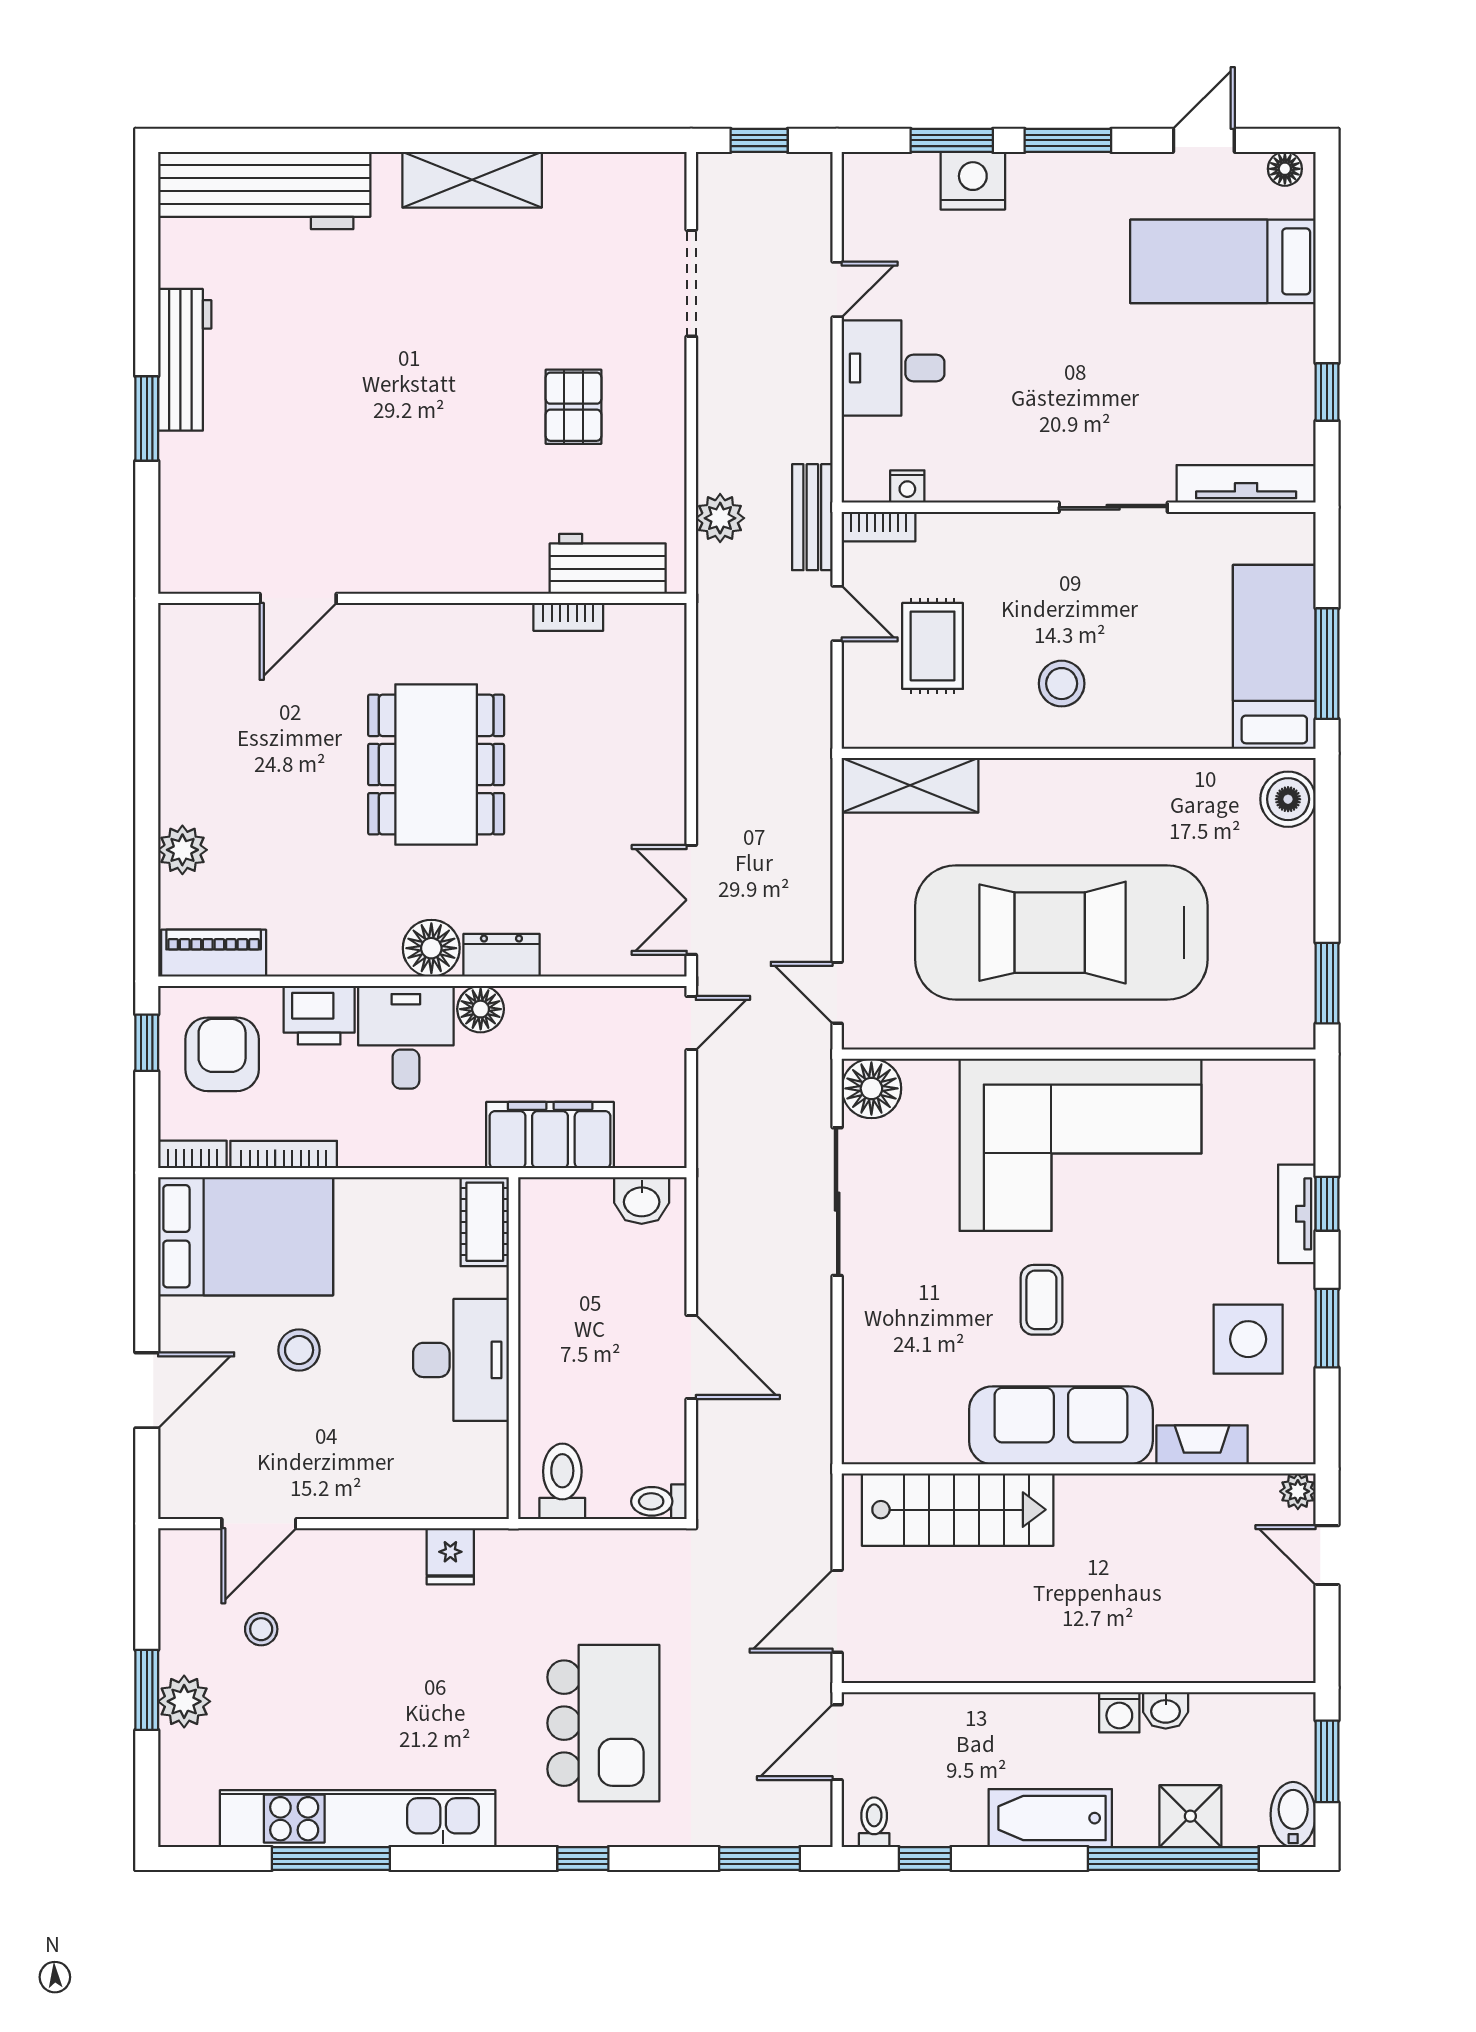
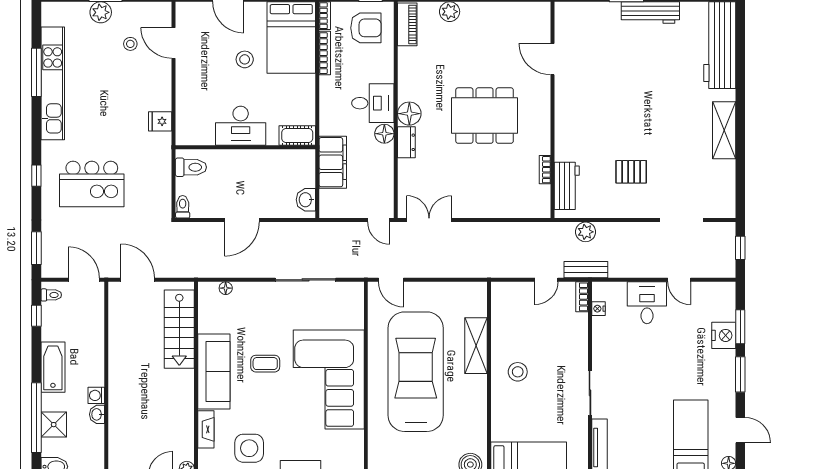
rug: (933, 646) -> (533, 319), removed
shelving: (910, 785) -> (476, 346), moved
door: (837, 993) -> (391, 280), swing flipped
printer: (319, 1015) -> (382, 68), removed
floor lamp: (871, 1088) -> (226, 288), moved, width x0.53, depth x0.53

